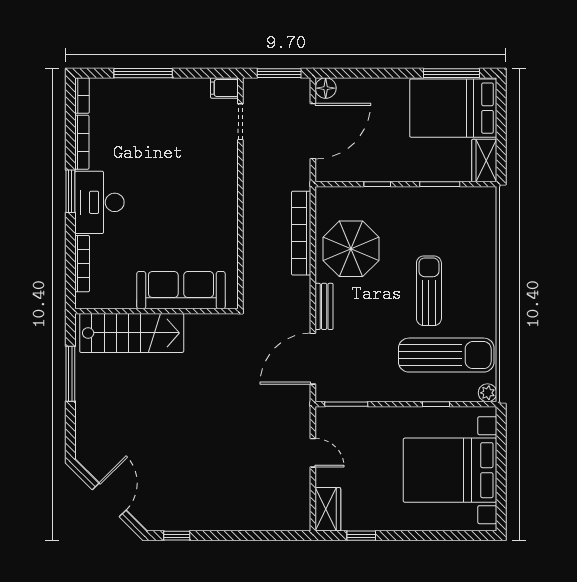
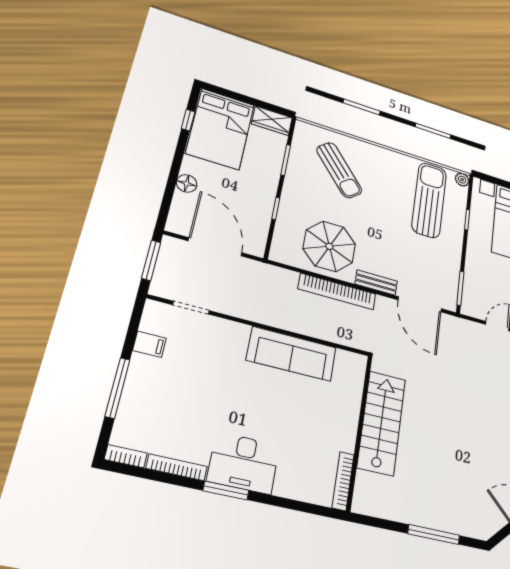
window: (451, 73) -> (188, 120), width x0.46
filing cabinet: (224, 88) -> (149, 344), moved, turned -90
floor lamp: (326, 88) -> (187, 183), moved
bookcase: (301, 233) -> (337, 291), moved
bookcase: (82, 264) -> (343, 481), moved, turned -90
sofa: (181, 290) -> (292, 354), moved, turned -90
sun lounger: (429, 291) -> (339, 170), moved, turned -130
stairs: (132, 333) -> (382, 423), moved
window: (70, 374) -> (434, 535), moved

